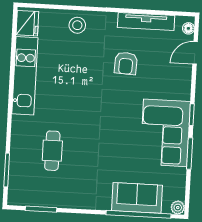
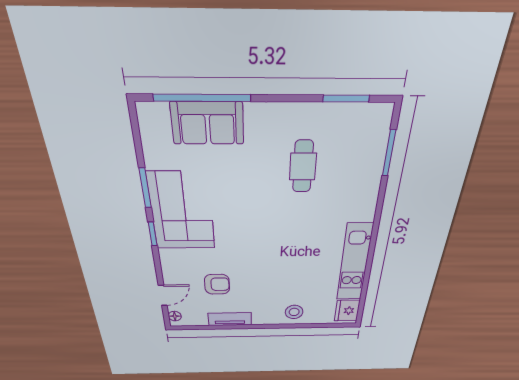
tv unit: (146, 21) -> (230, 319), width x0.71
armchair: (126, 63) -> (217, 284), moved, turned 87
cafe table: (52, 151) -> (303, 167), moved
plant: (178, 208) -> (146, 112), removed

